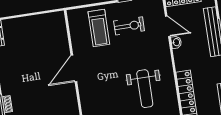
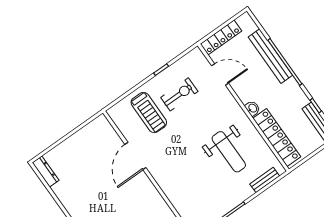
washbasin: (176, 42) -> (252, 108), moved
door: (74, 68) -> (135, 156), moved

